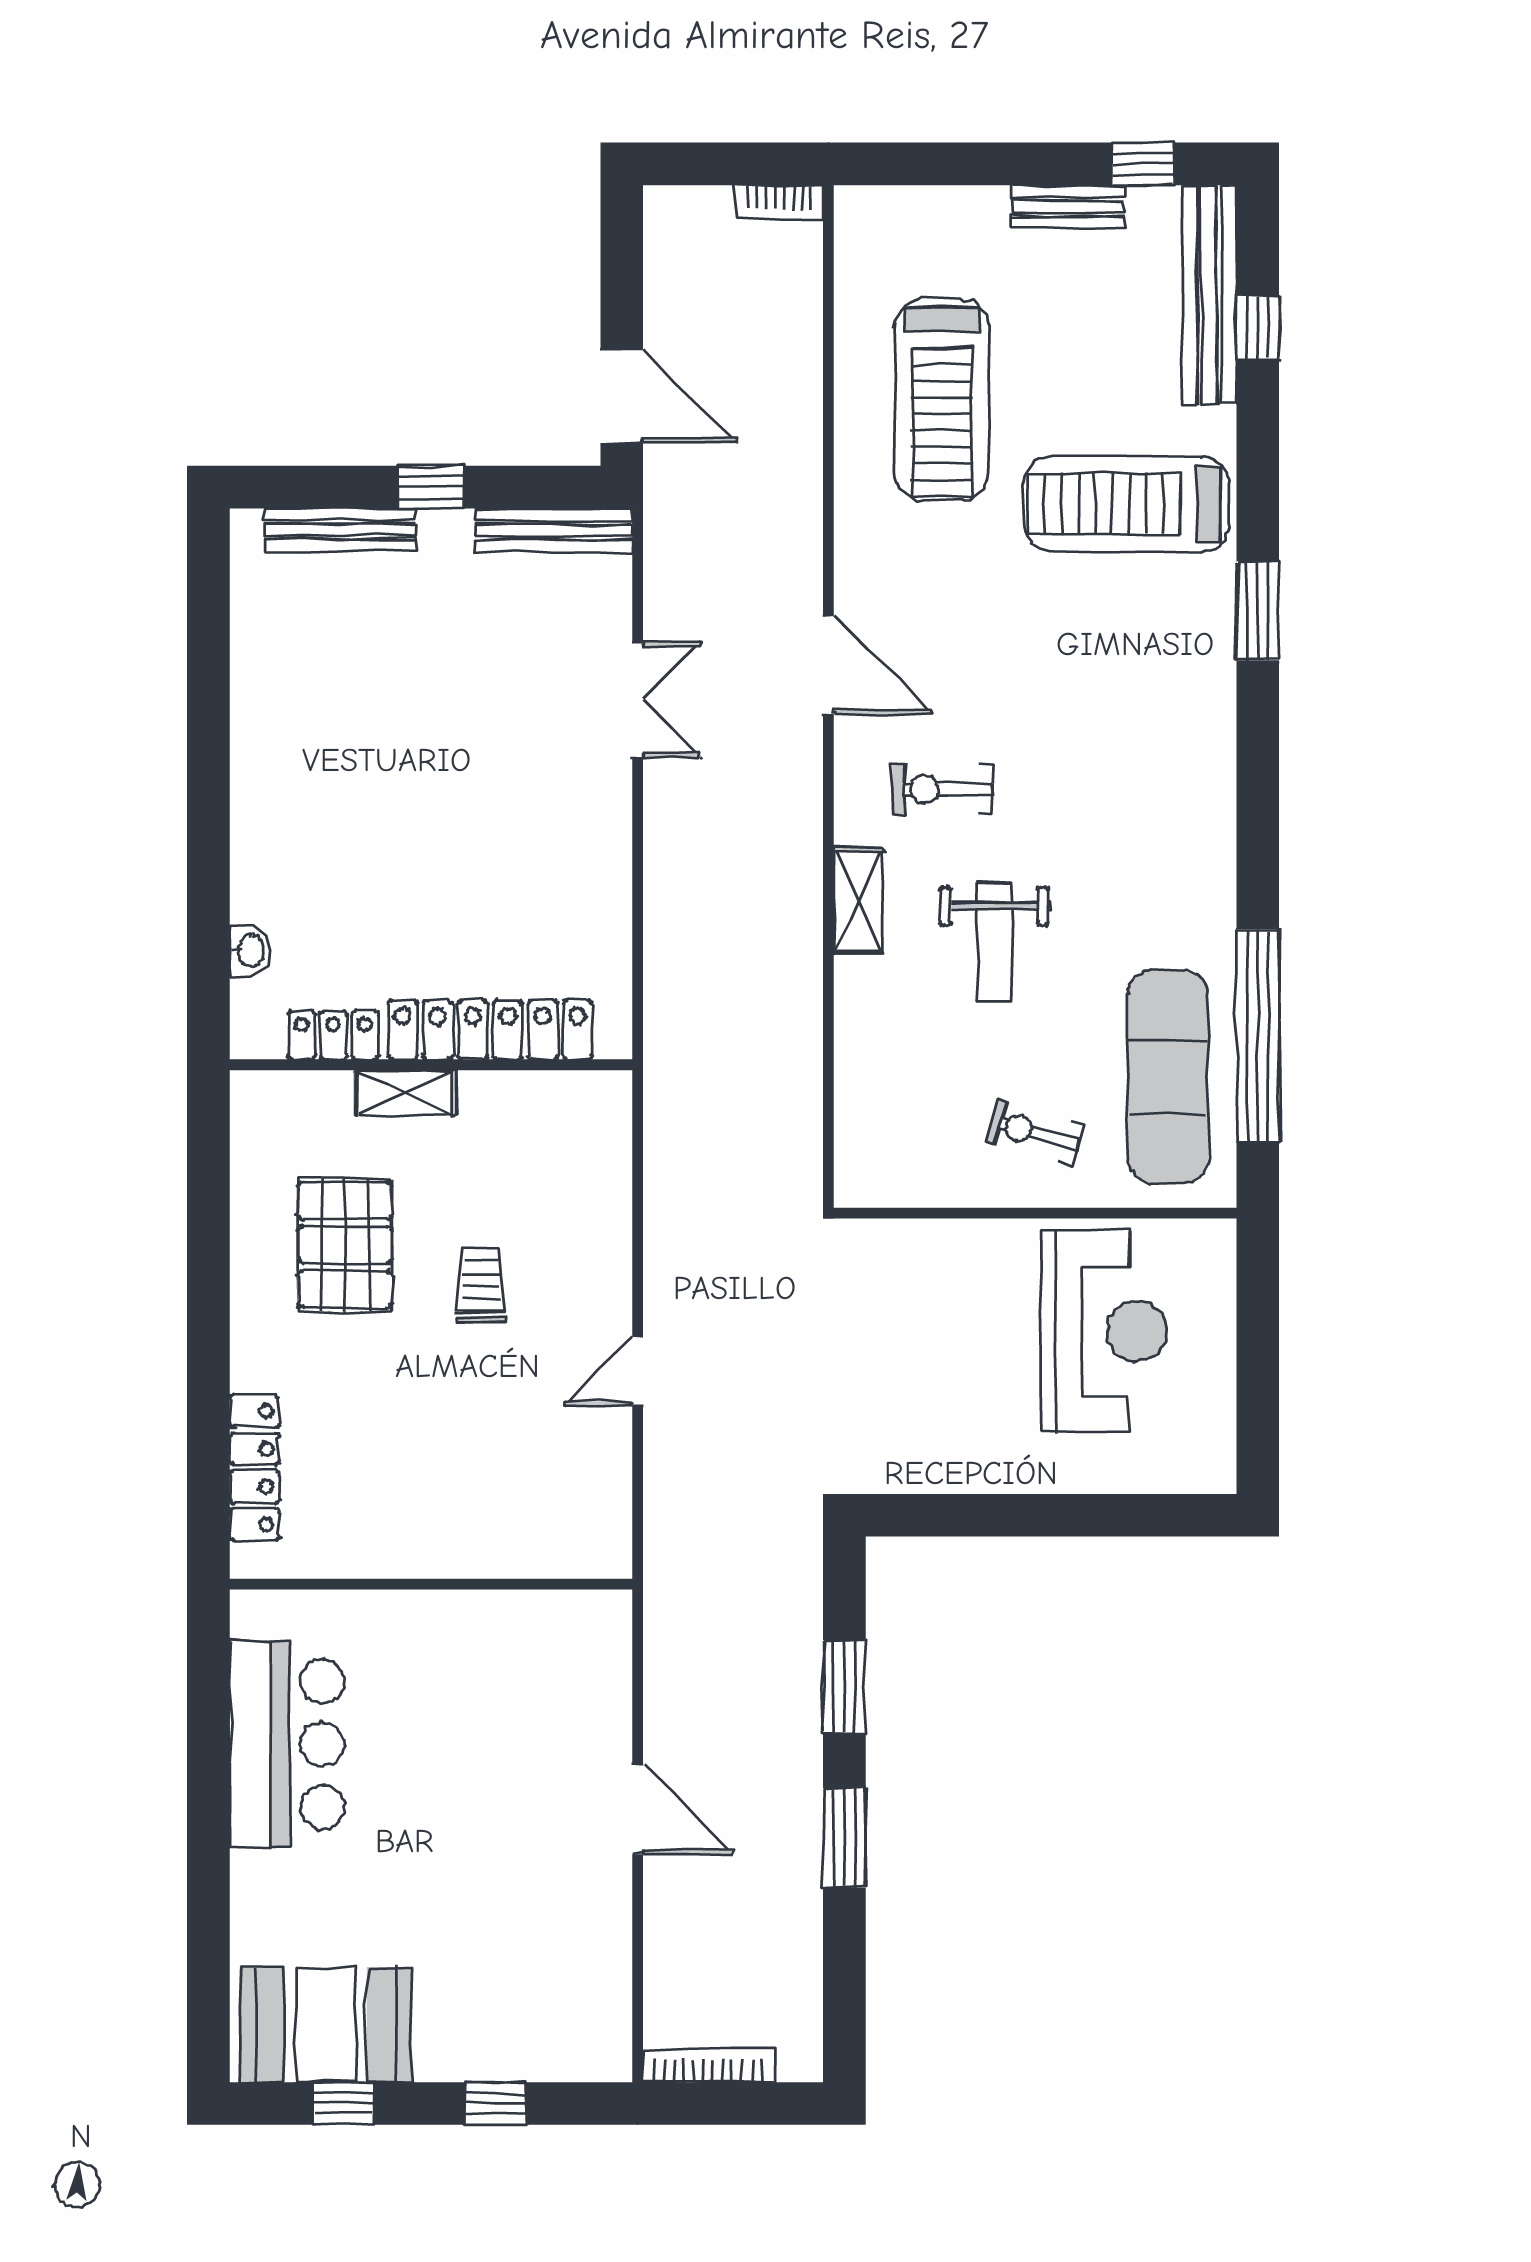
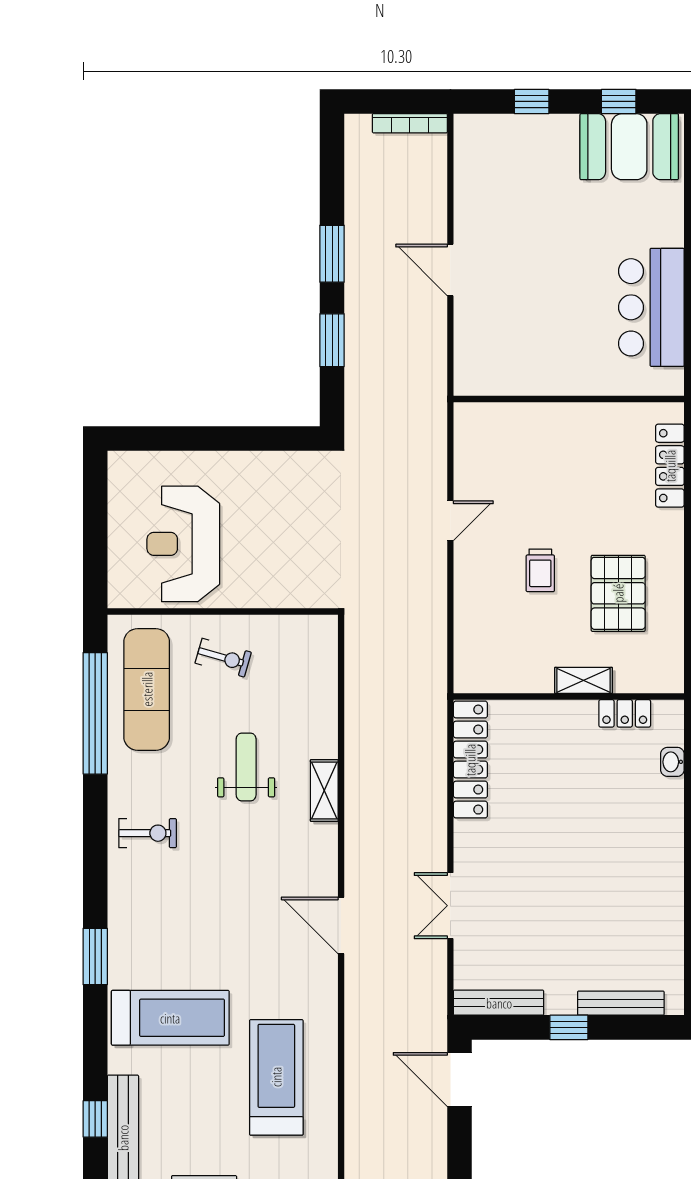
exercise bike: (943, 789) -> (148, 833), moved
locker: (490, 1030) -> (470, 760), moved, turned -90

